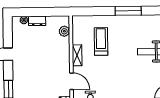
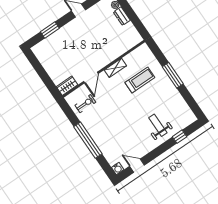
window: (128, 11) -> (173, 75), moved
plant: (64, 31) -> (128, 44), removed

